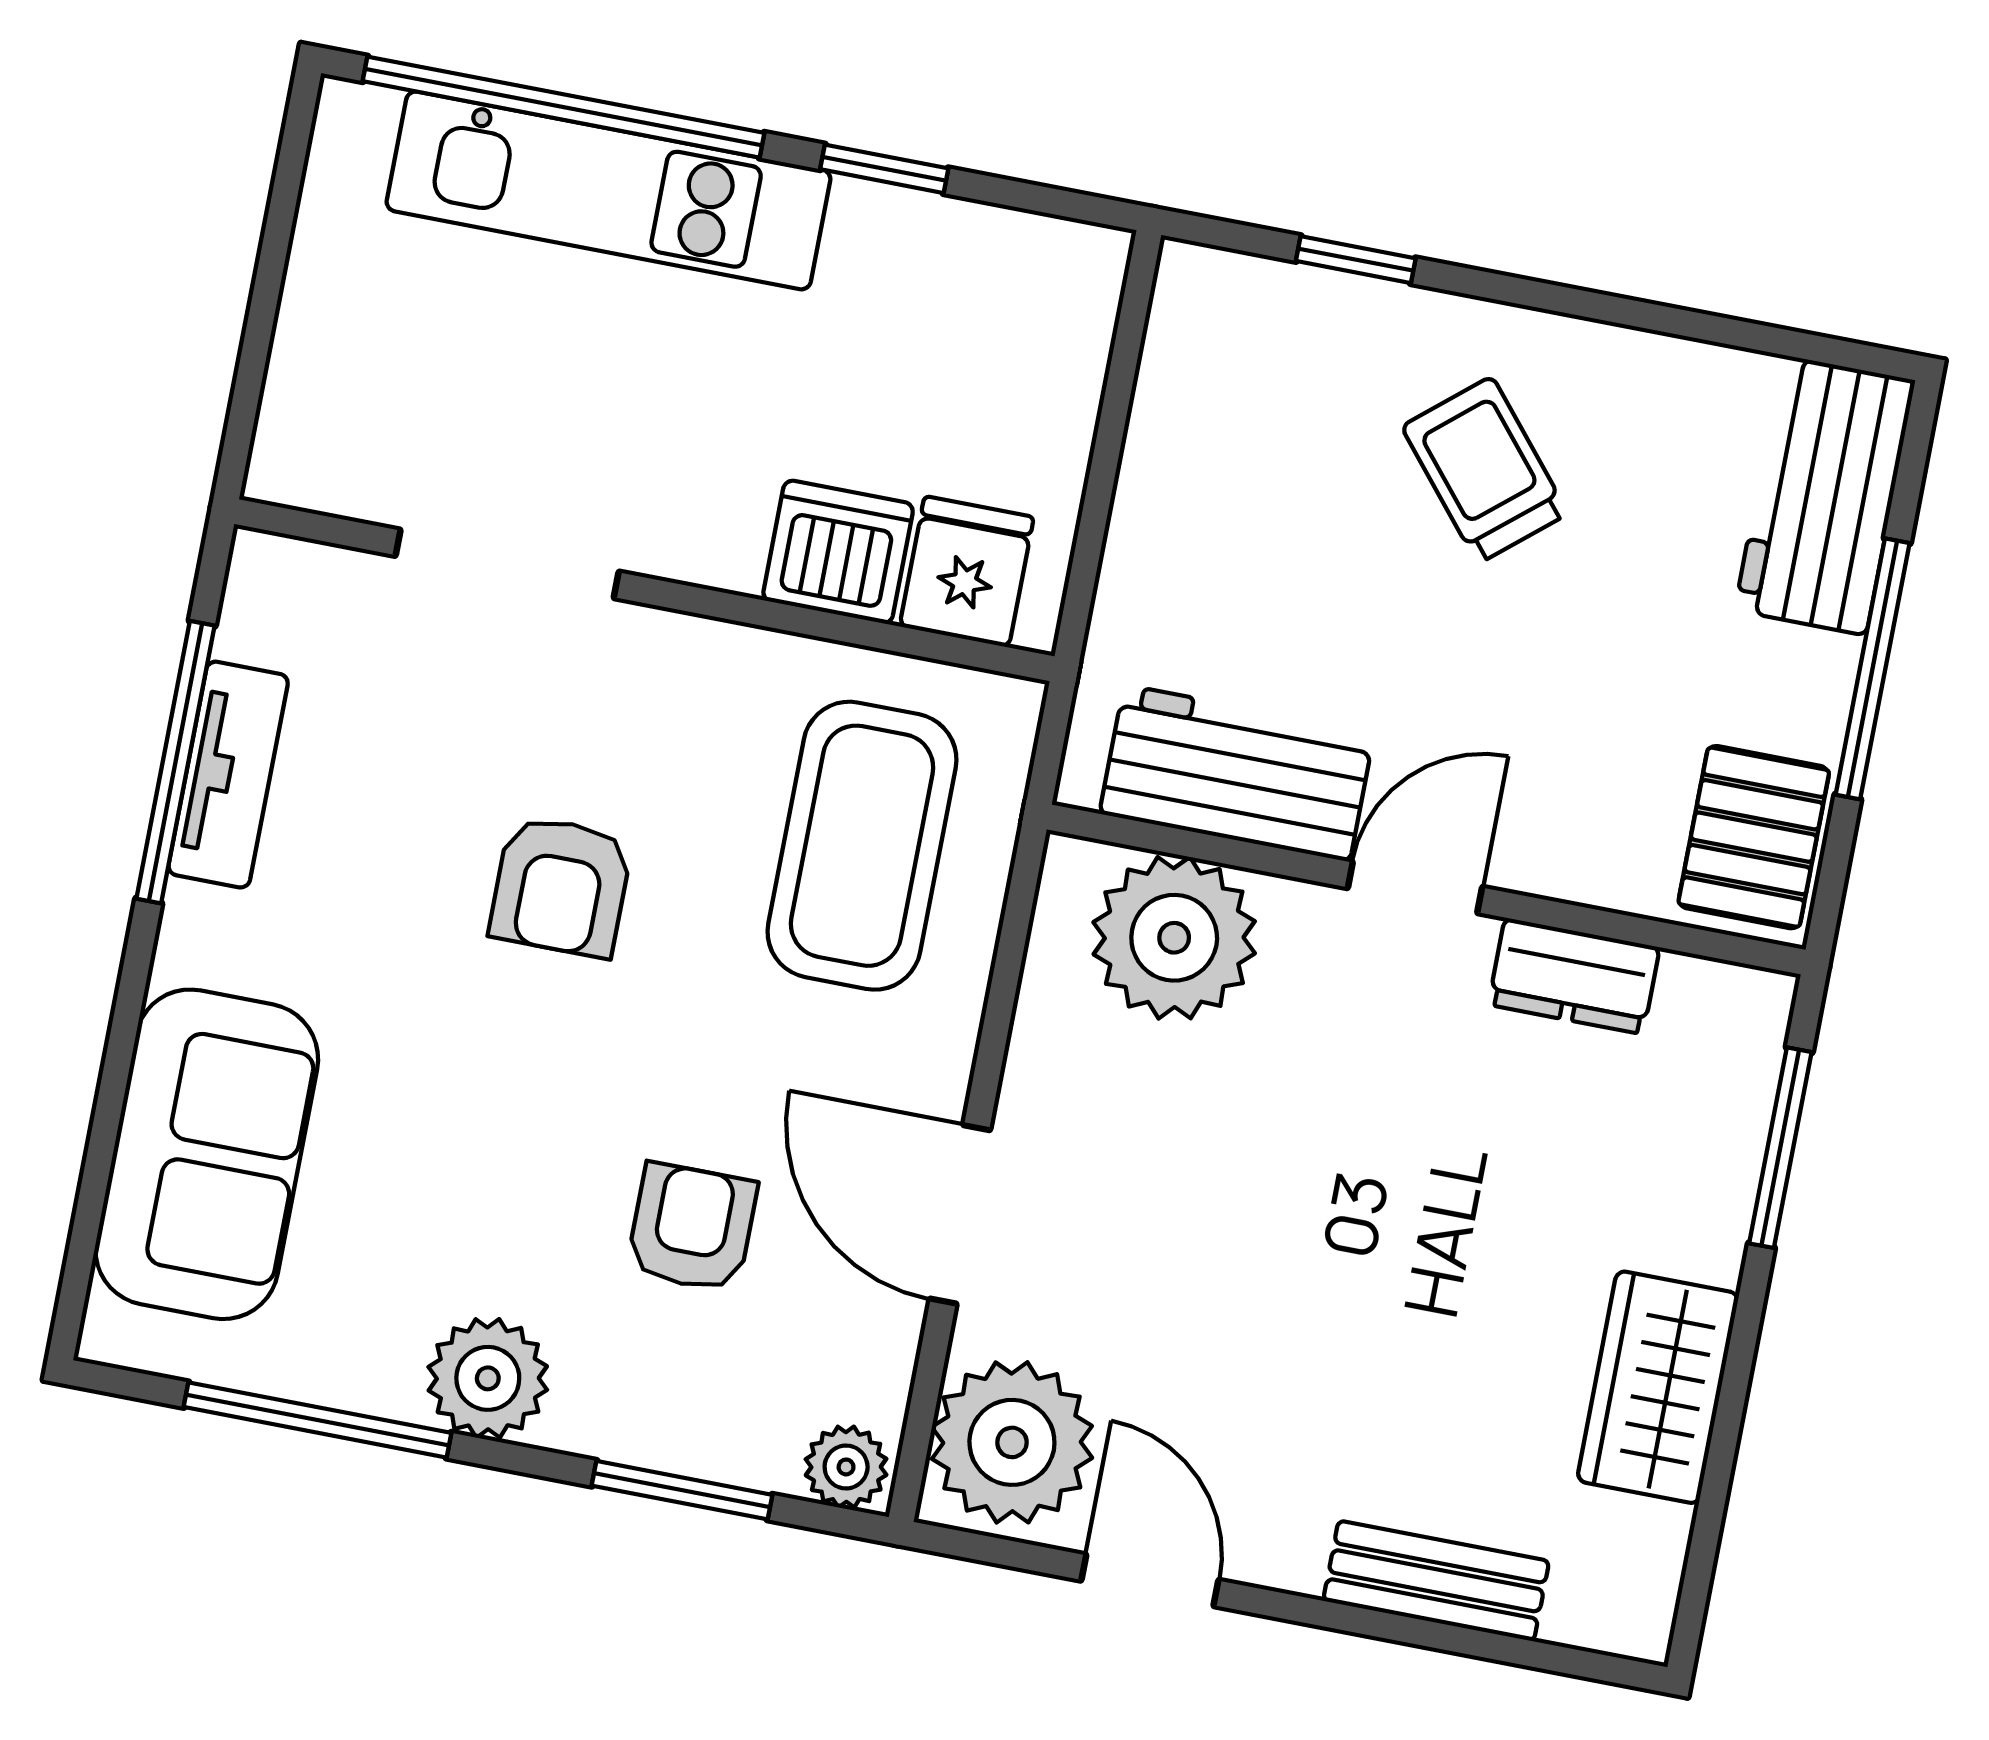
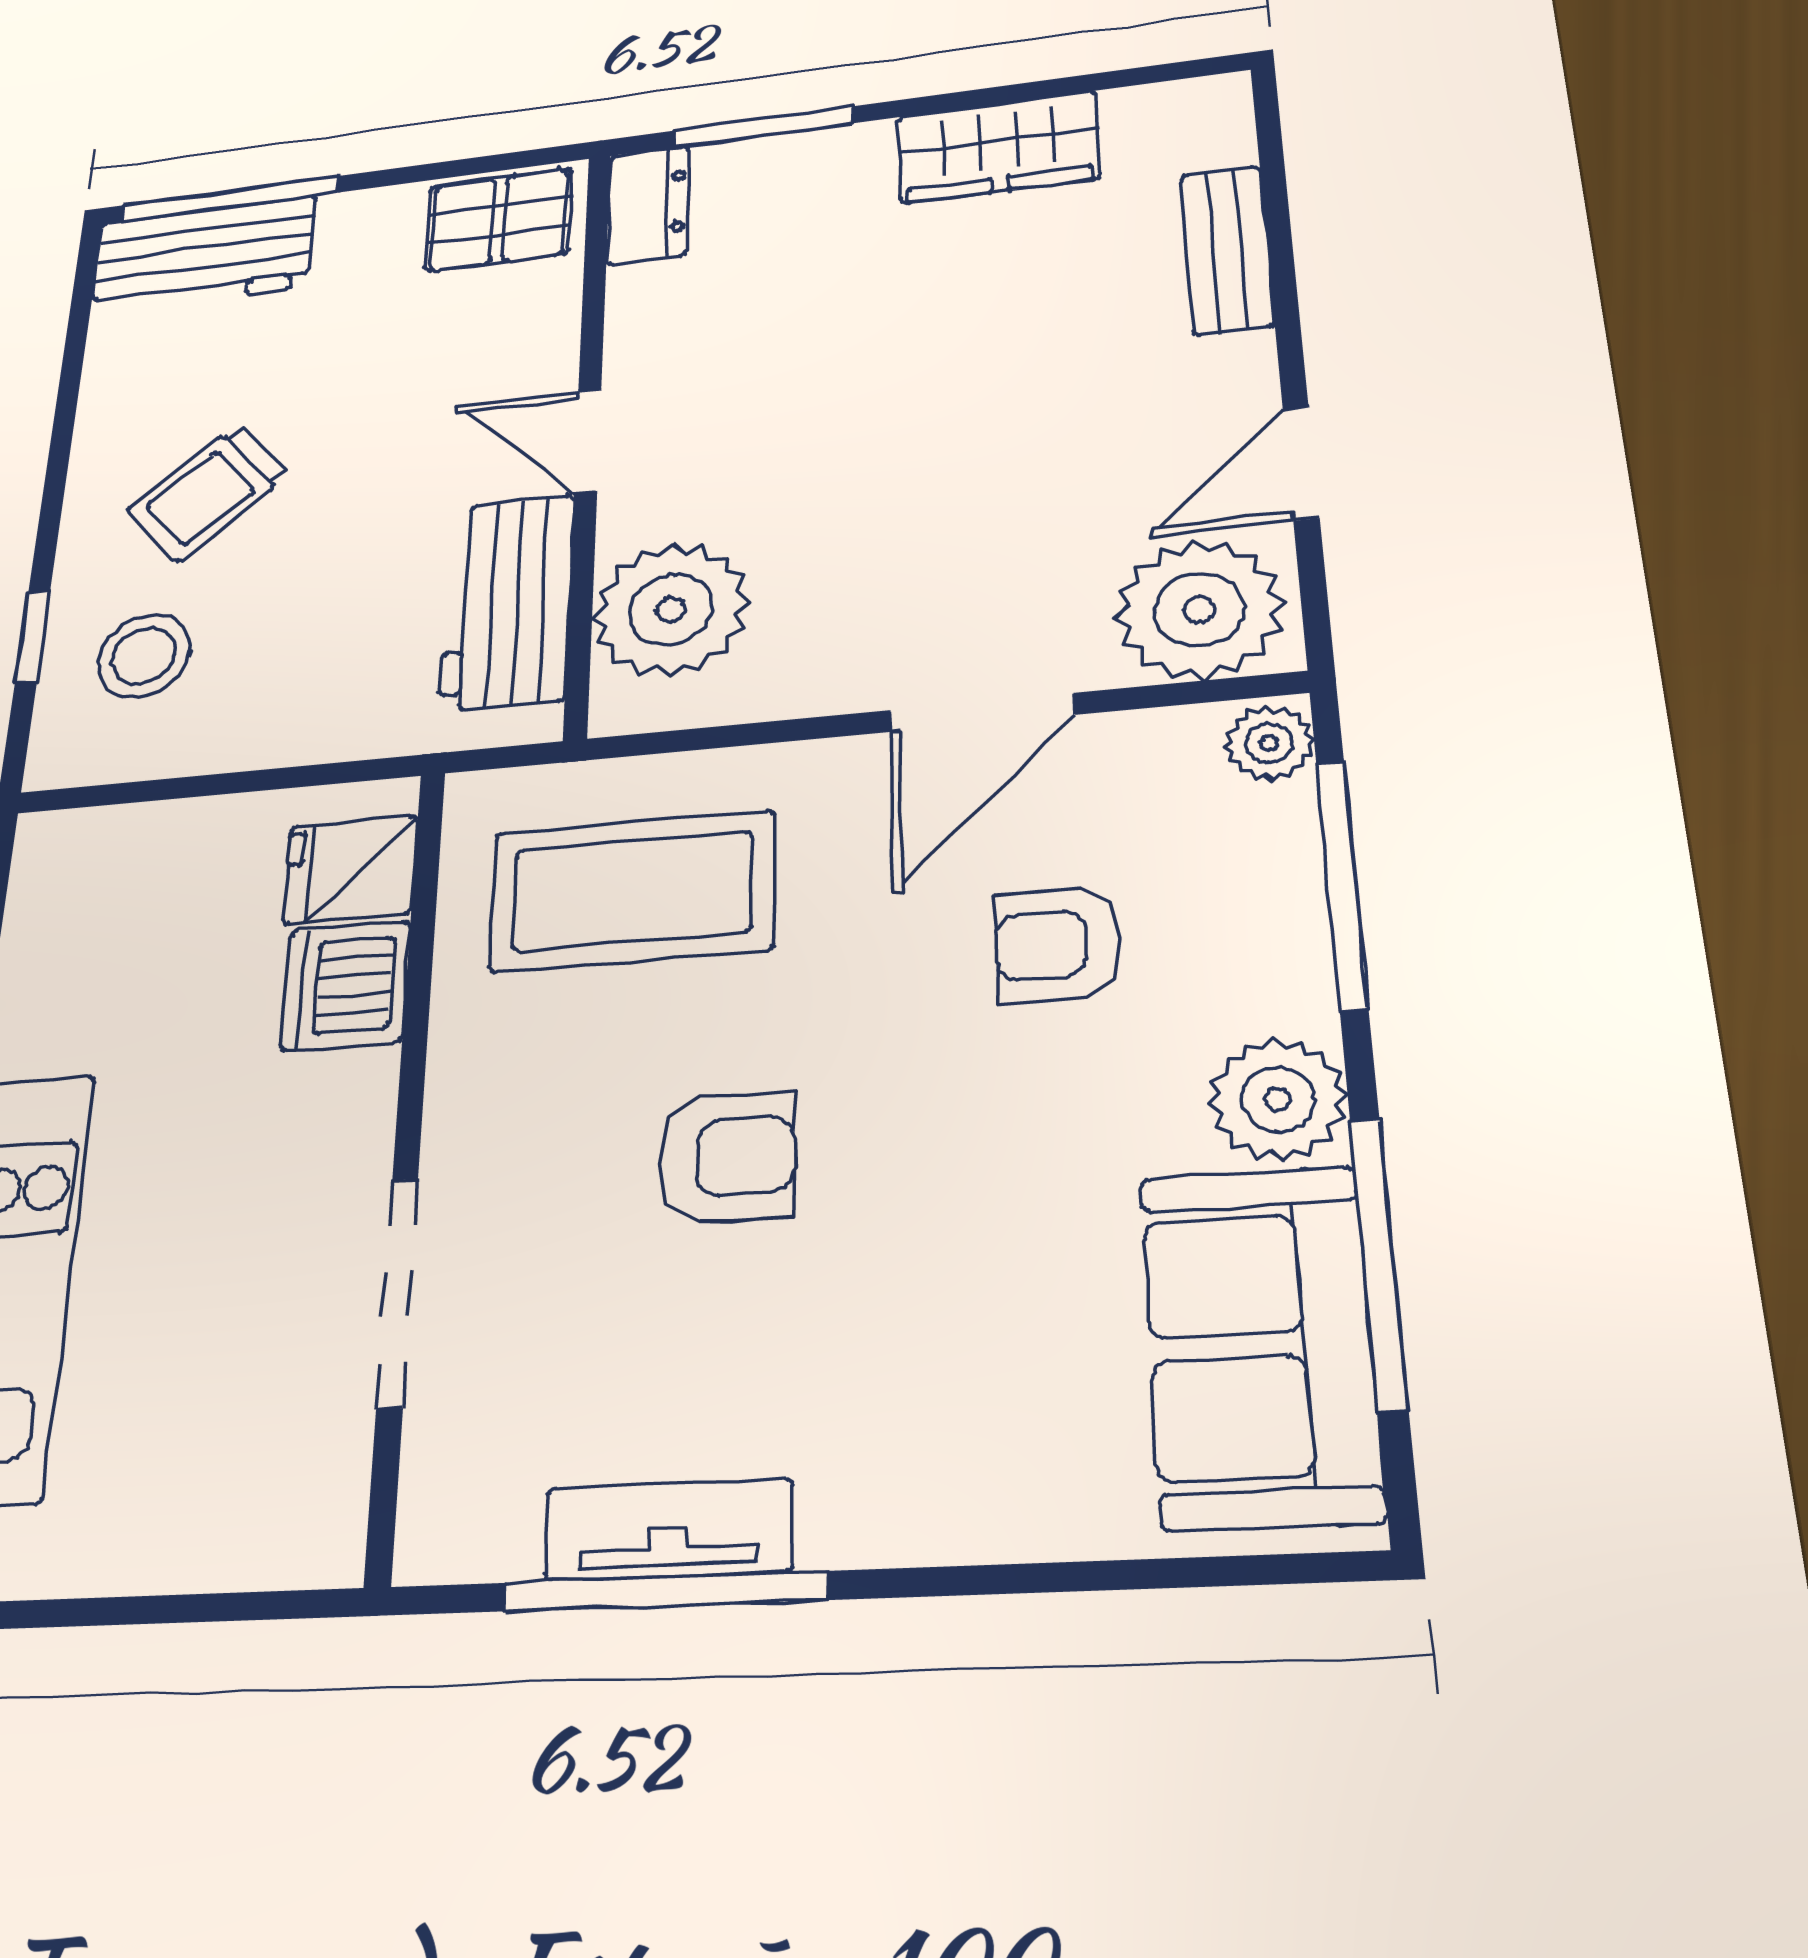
stool: (1292, 380) -> (144, 656), added
window: (1873, 669) -> (230, 199), moved
dresser: (1574, 976) -> (648, 205), moved
sofa: (207, 1154) -> (1260, 1345), moved, turned -90
window: (682, 1490) -> (1342, 884), width x1.44

